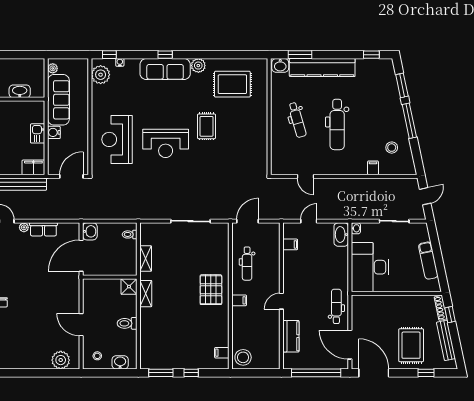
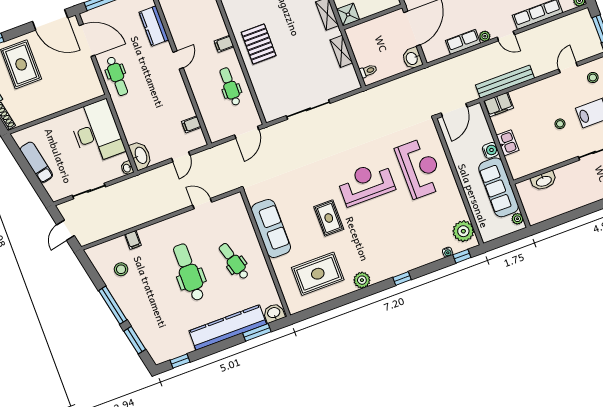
sofa: (165, 69) -> (271, 228), moved, turned 90

